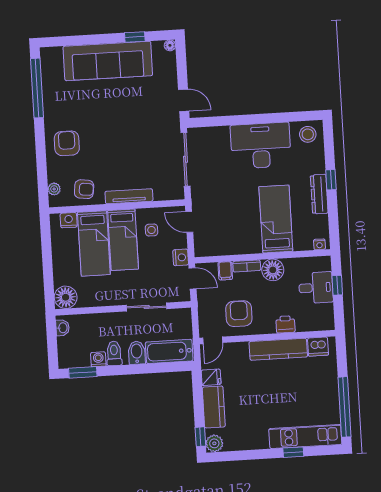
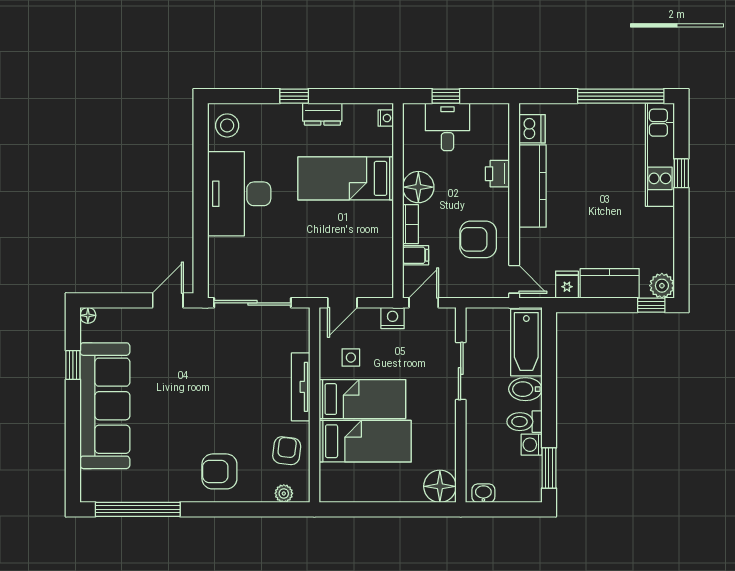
dresser: (319, 194) -> (322, 114), width x0.70
nightstand: (69, 220) -> (330, 475), removed

